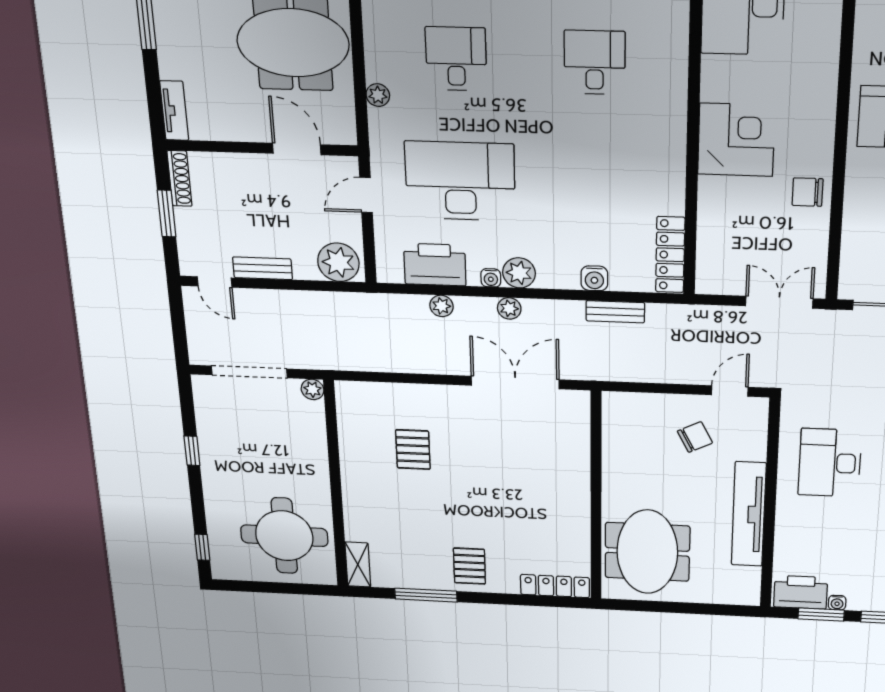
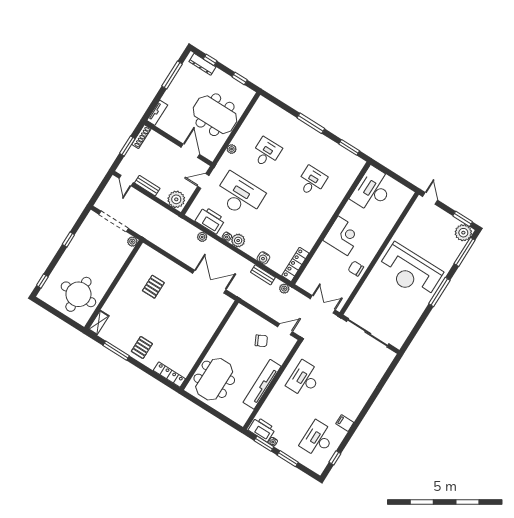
plant: (509, 308) -> (284, 289), moved

